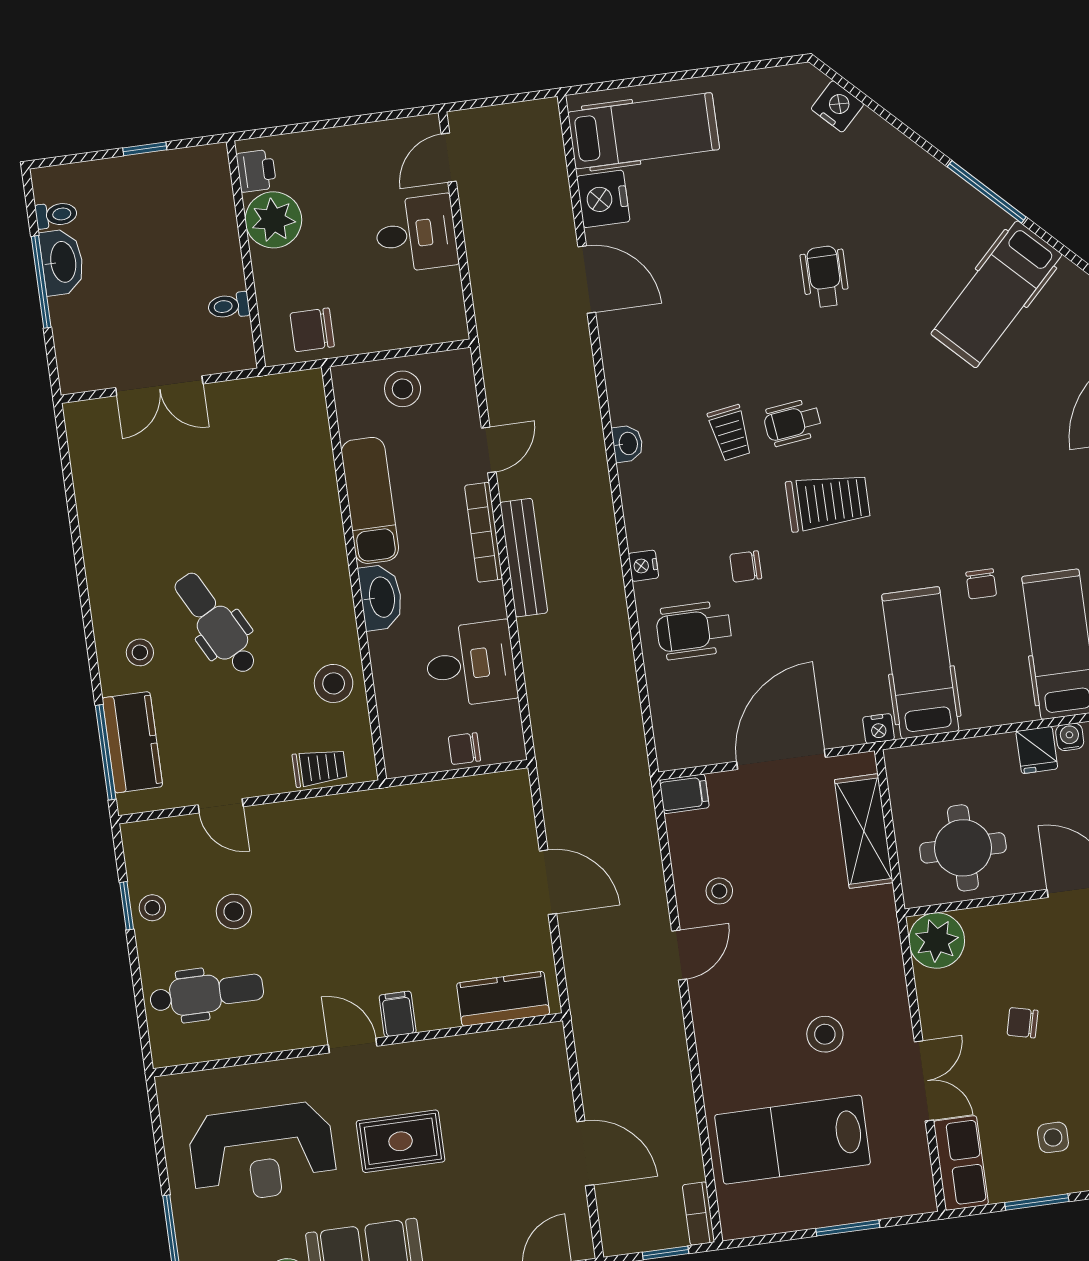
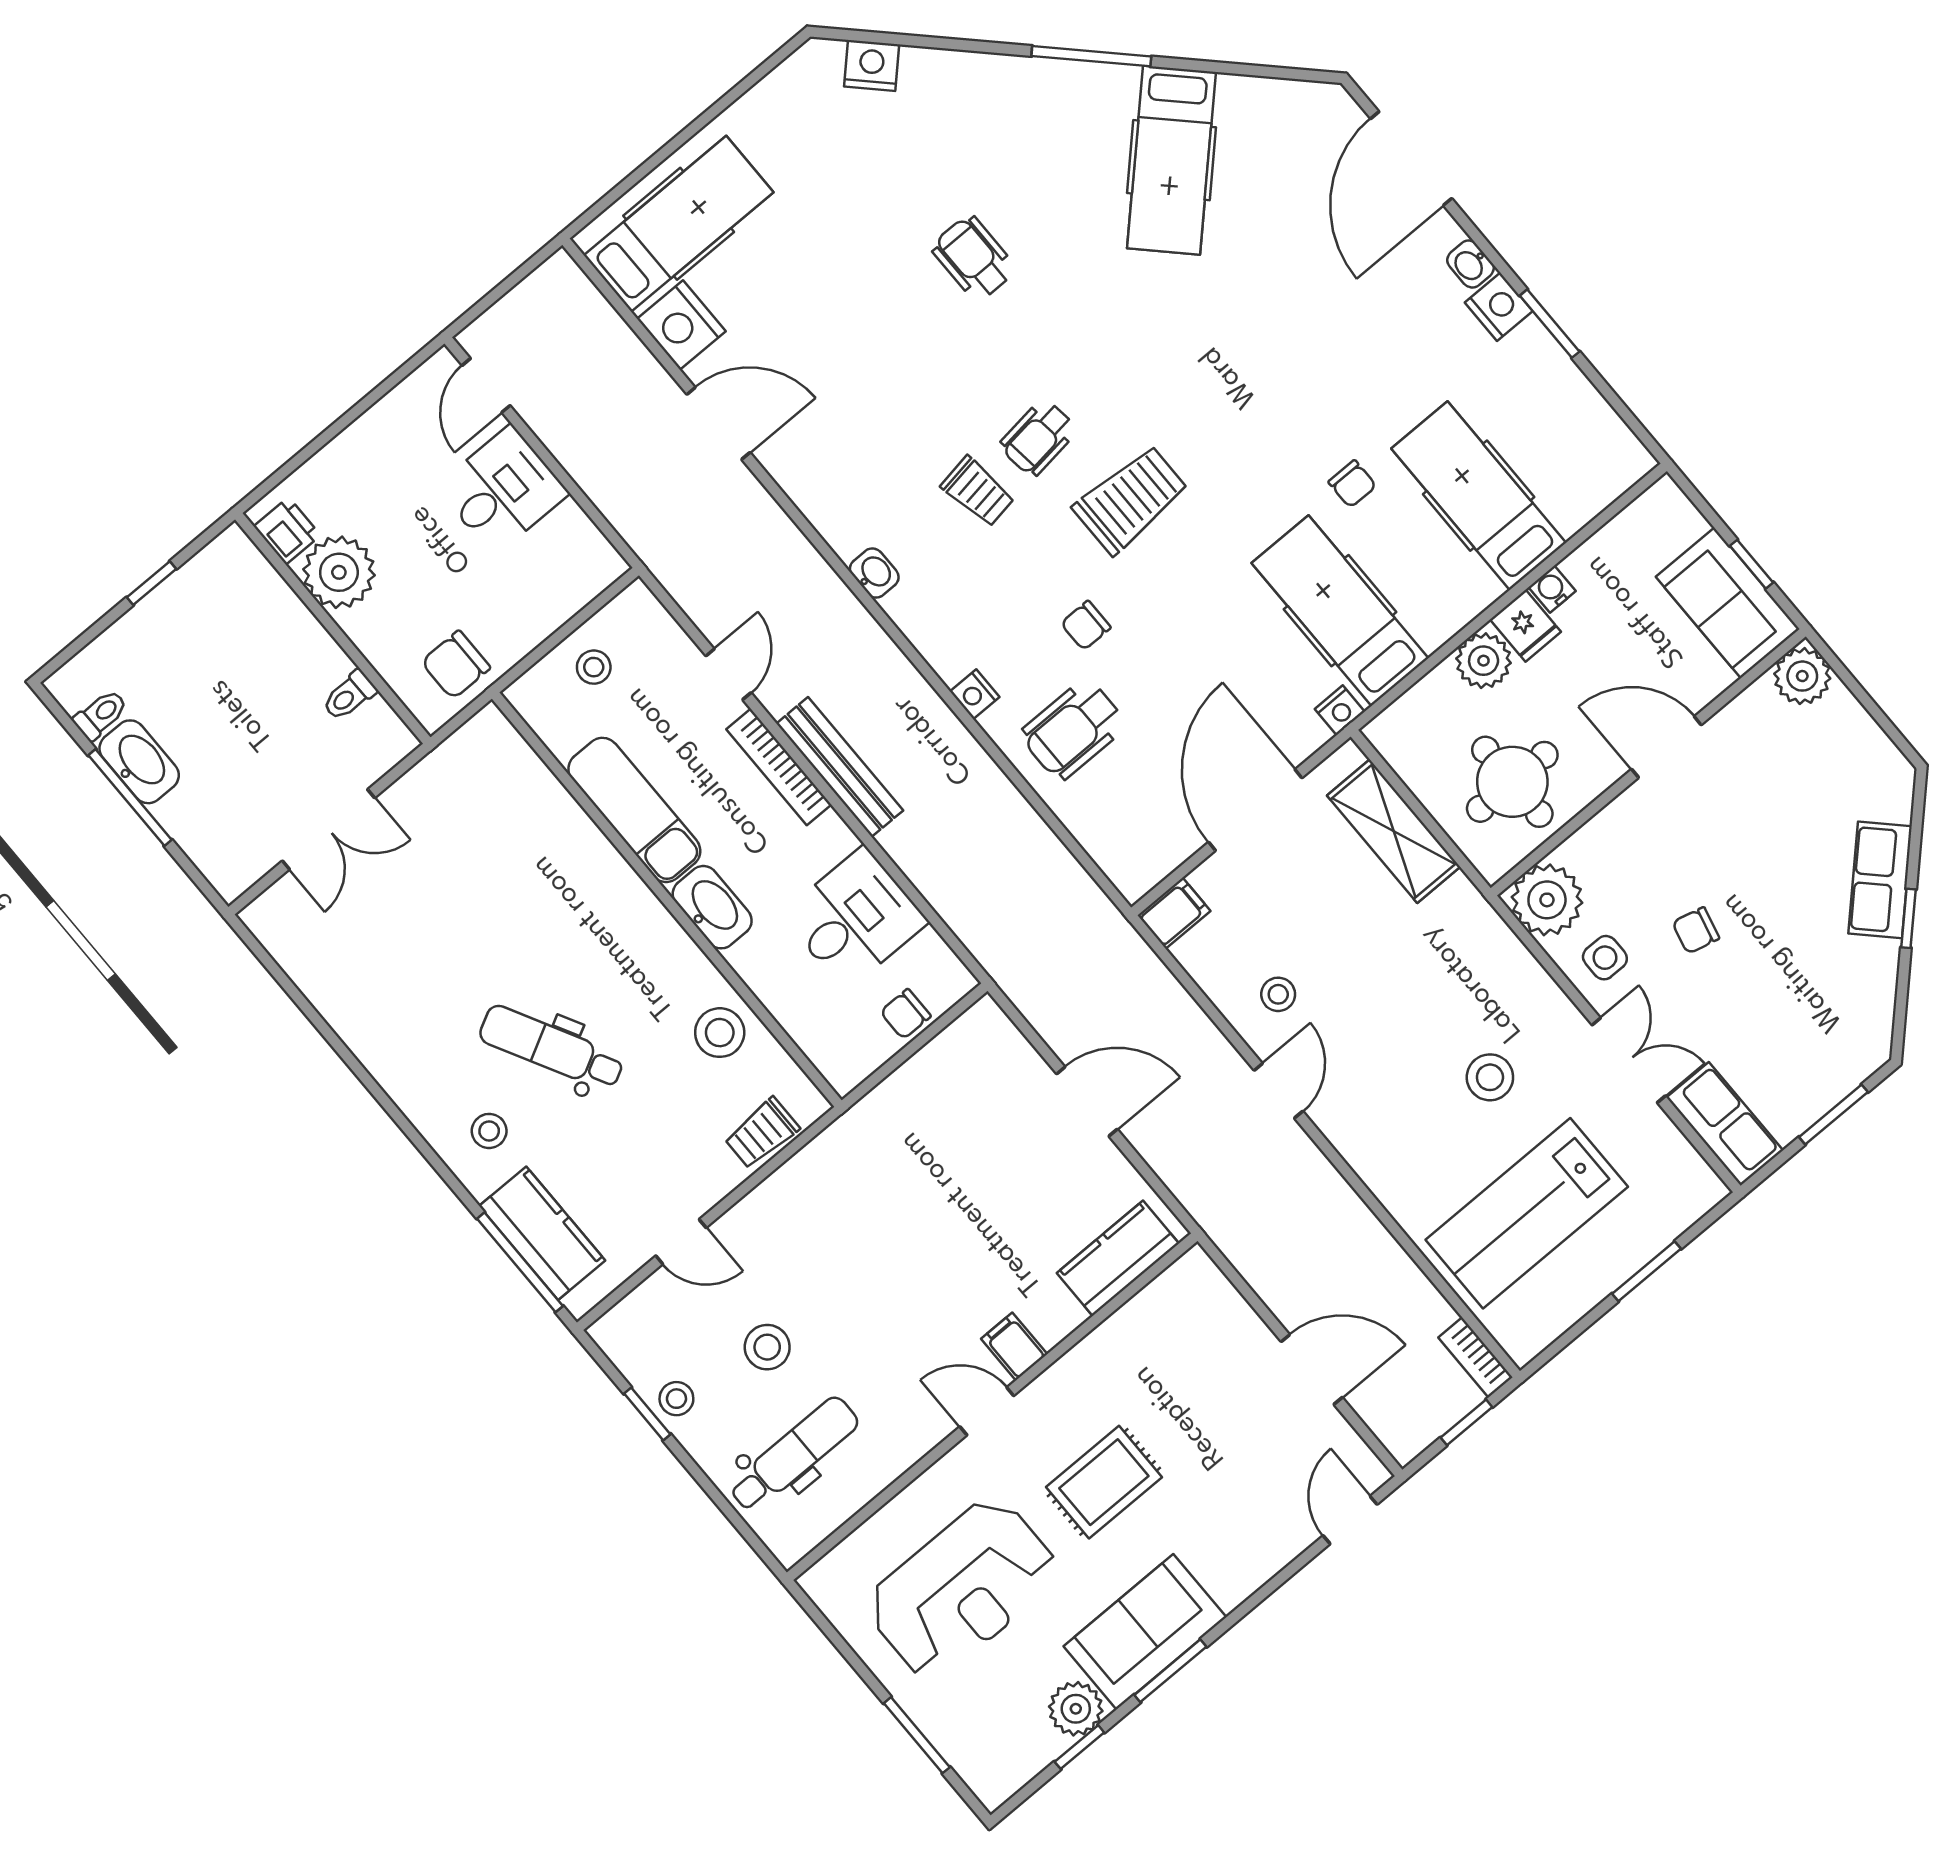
stool: (403, 389) -> (594, 667), width x0.73, depth x0.73
plant: (994, 756) -> (1484, 661), added
trolley: (320, 768) -> (762, 1133), turned 180
side table: (1053, 1137) -> (1605, 958), moved

